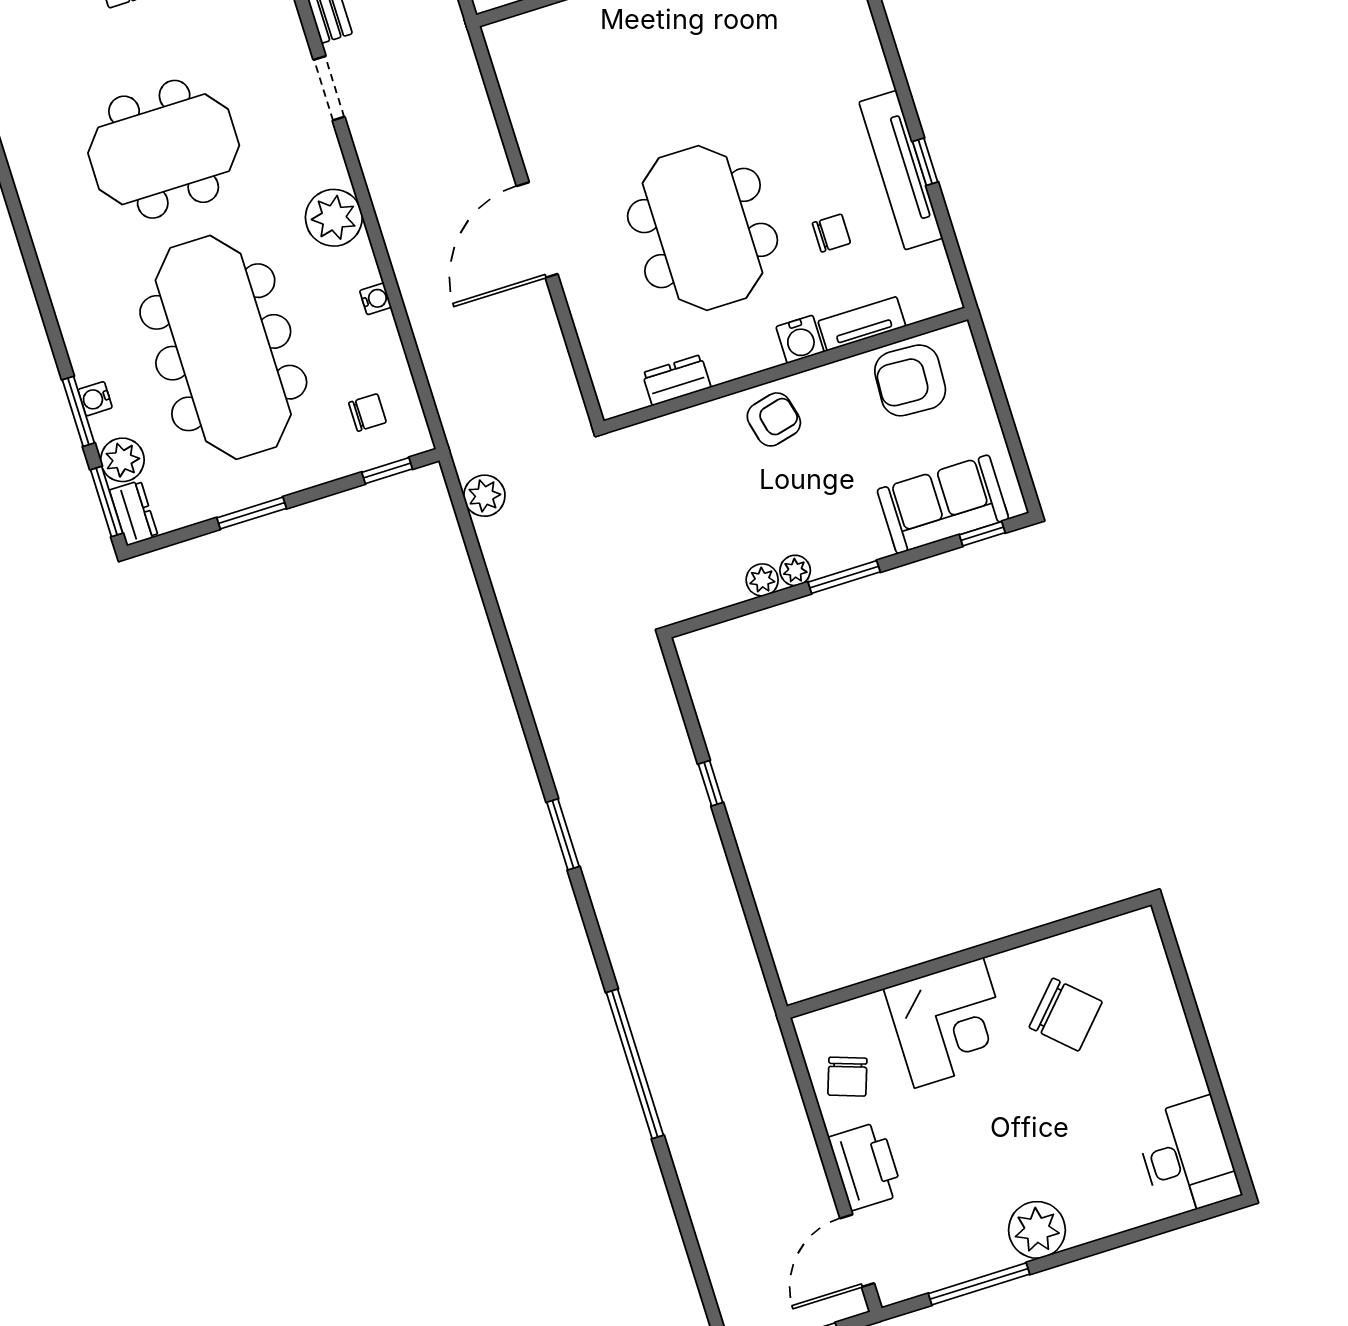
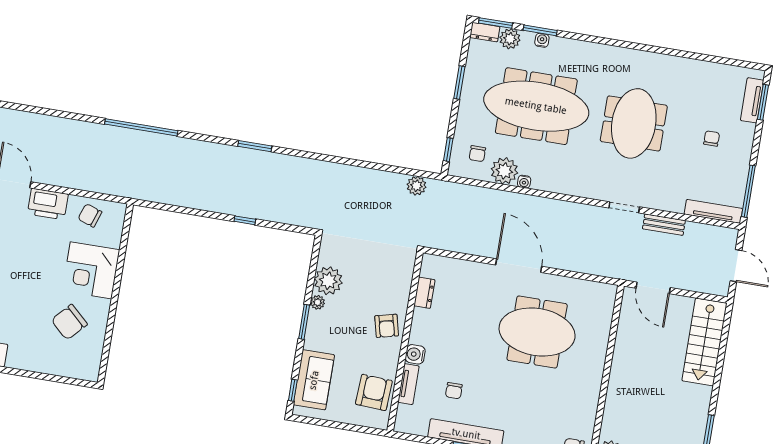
plant: (334, 218) -> (504, 171), moved
meeting table: (703, 228) -> (537, 332), moved
plant: (762, 580) -> (328, 281), width x1.88, depth x1.88

